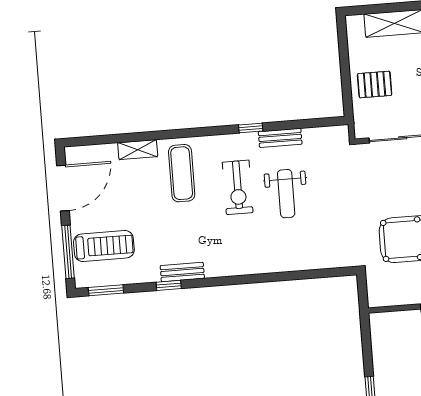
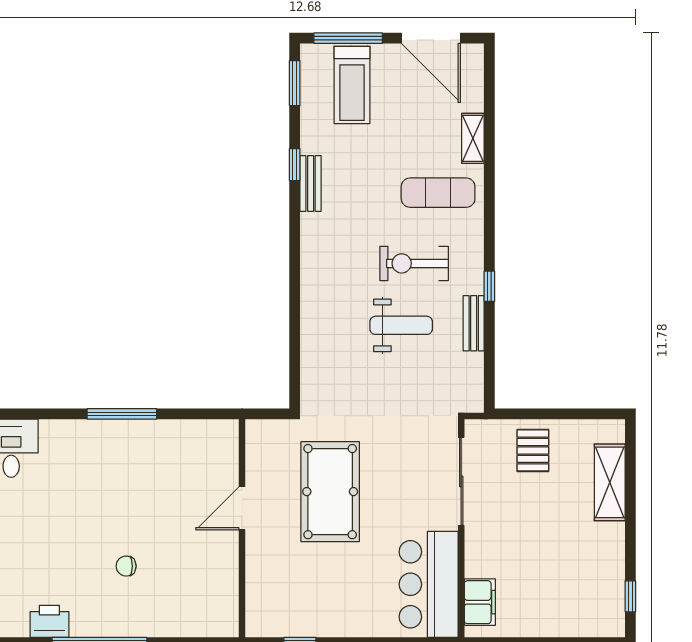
weight bench: (286, 194) -> (401, 325), turned 180

